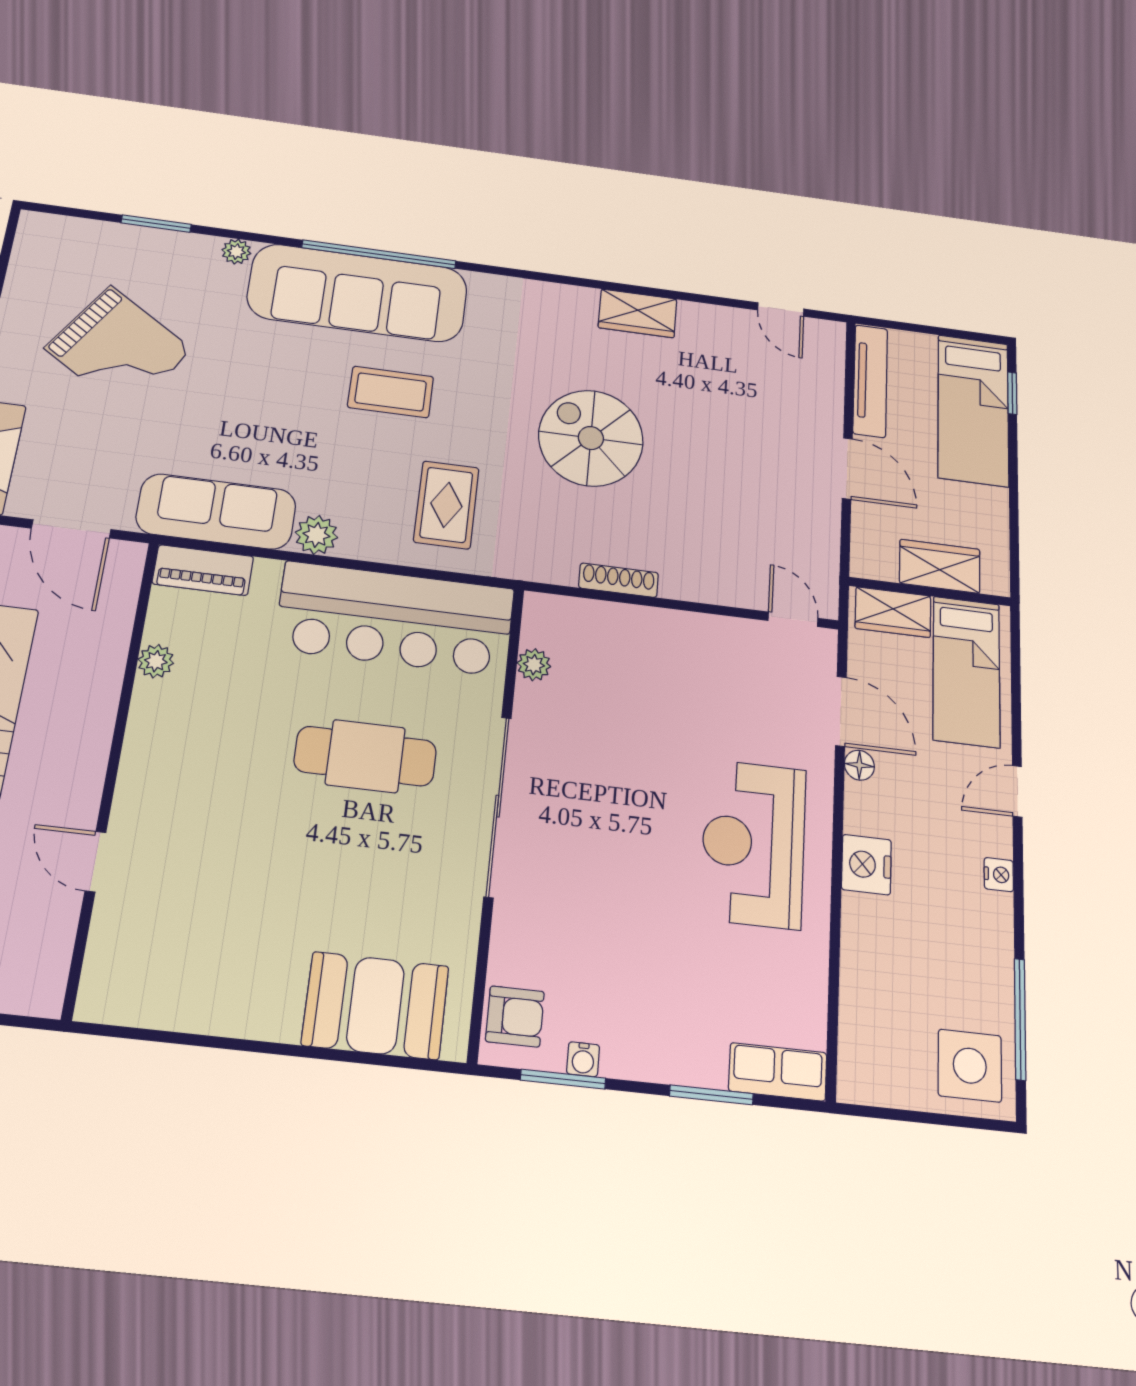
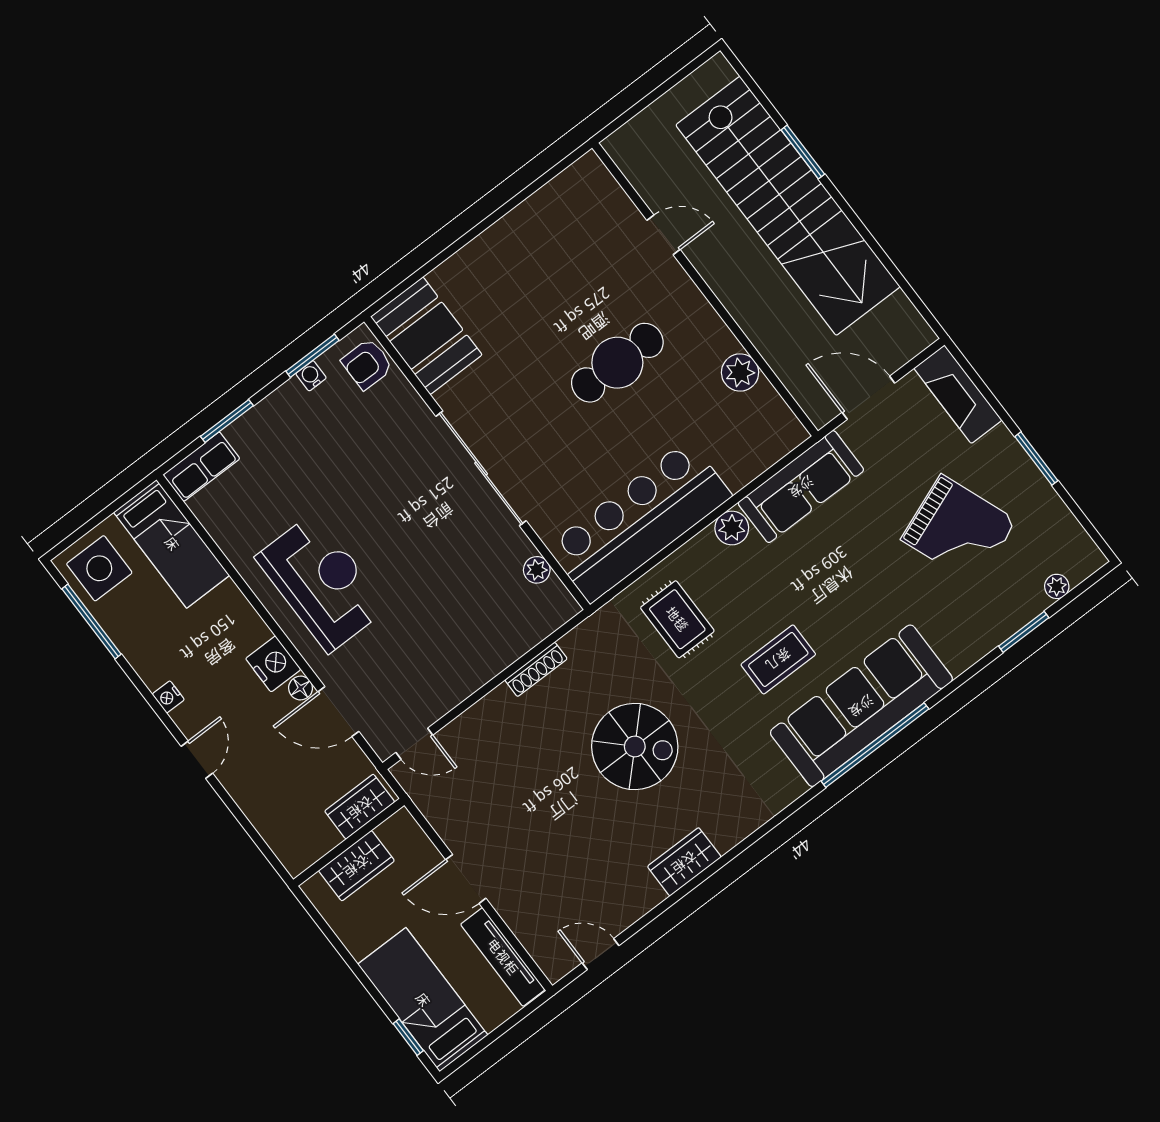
plant: (236, 252) -> (1057, 586), moved
grand piano: (119, 349) -> (959, 530), turned -144
piano: (203, 570) -> (773, 445), removed
plant: (156, 661) -> (740, 372), width x1.38, depth x1.38
bed: (966, 671) -> (172, 544), moved, turned 180
cafe table: (365, 756) -> (617, 363), moved
nightstand: (866, 865) -> (273, 664), moved
booth: (375, 1005) -> (426, 336), moved, turned 90

